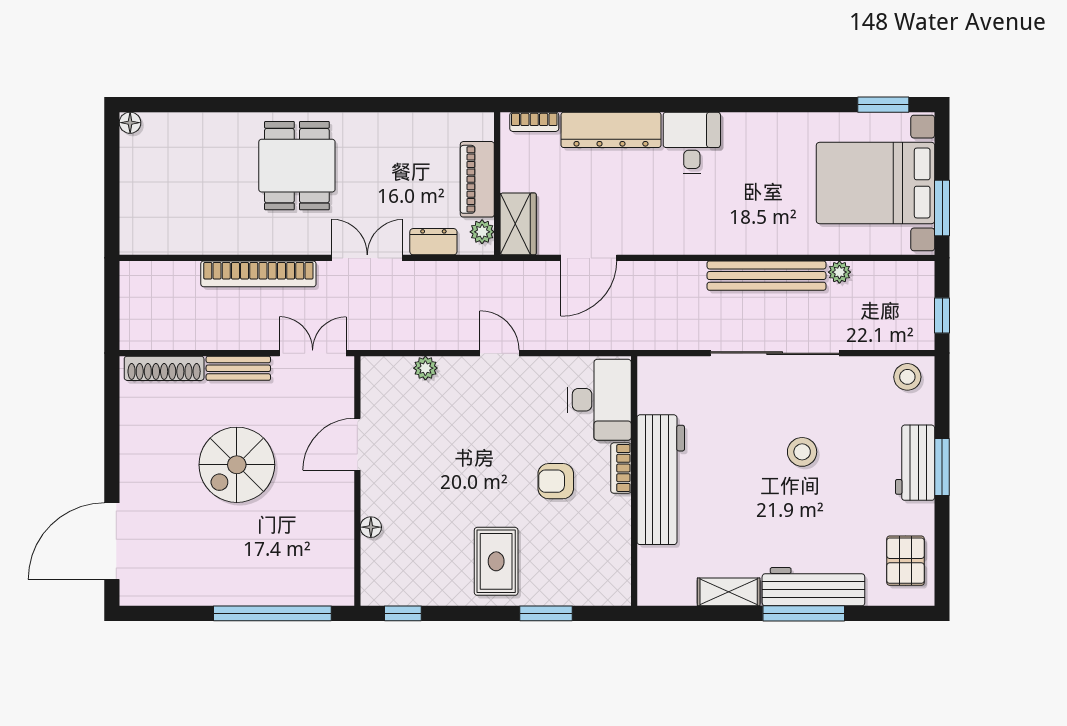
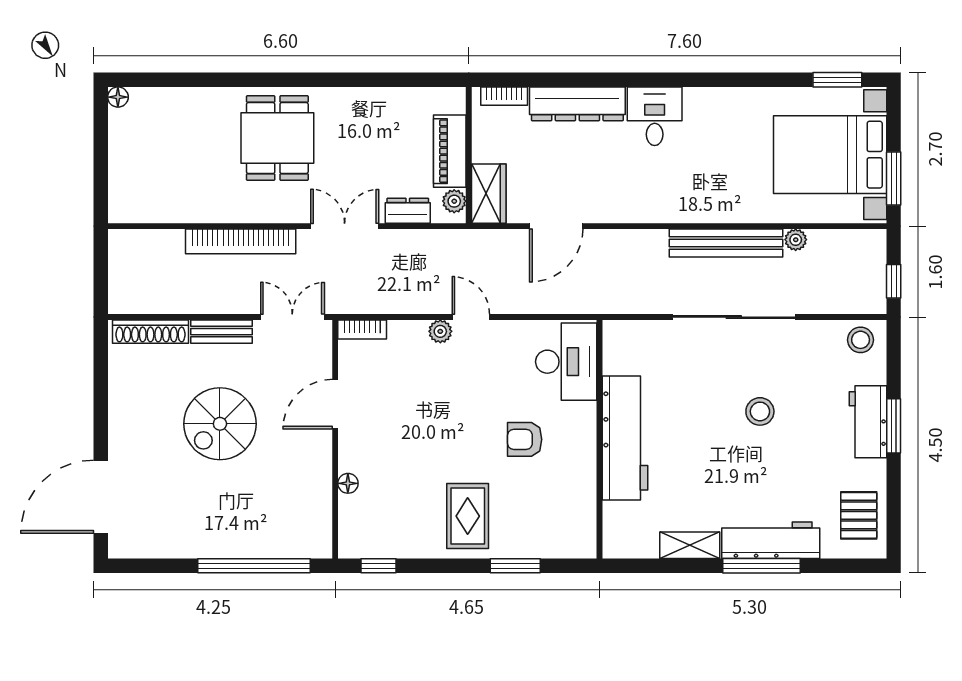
plant: (425, 368) -> (440, 331), moved
bookcase: (621, 468) -> (362, 330), moved, turned -90

